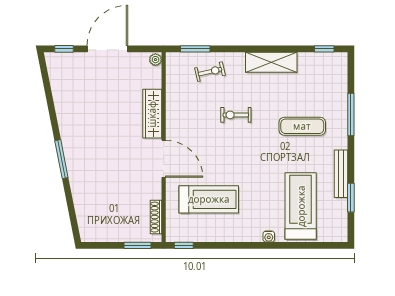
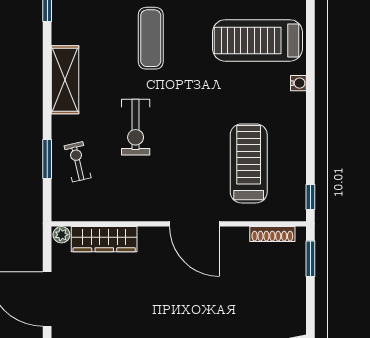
window: (195, 49) -> (47, 159), moved
wardrobe: (152, 114) -> (104, 239), moved
exercise bike: (236, 115) -> (136, 127), width x1.38, depth x1.39
door: (164, 159) -> (194, 224), swing flipped

